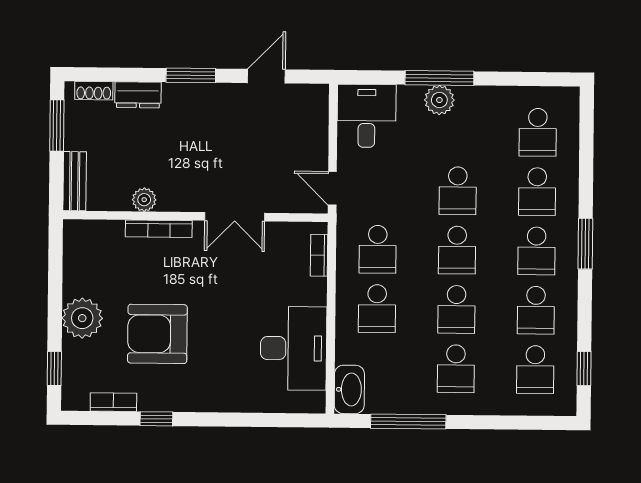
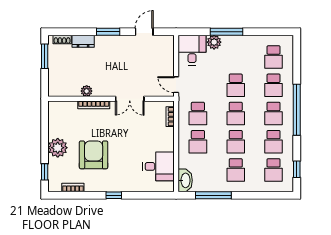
plant: (439, 100) -> (214, 42), moved
bench: (75, 181) -> (53, 83), removed
window: (585, 244) -> (297, 110), width x2.11
armchair: (157, 334) -> (94, 155), turned 90
desk: (294, 348) -> (158, 166), width x0.73
window: (156, 419) -> (114, 195), moved

